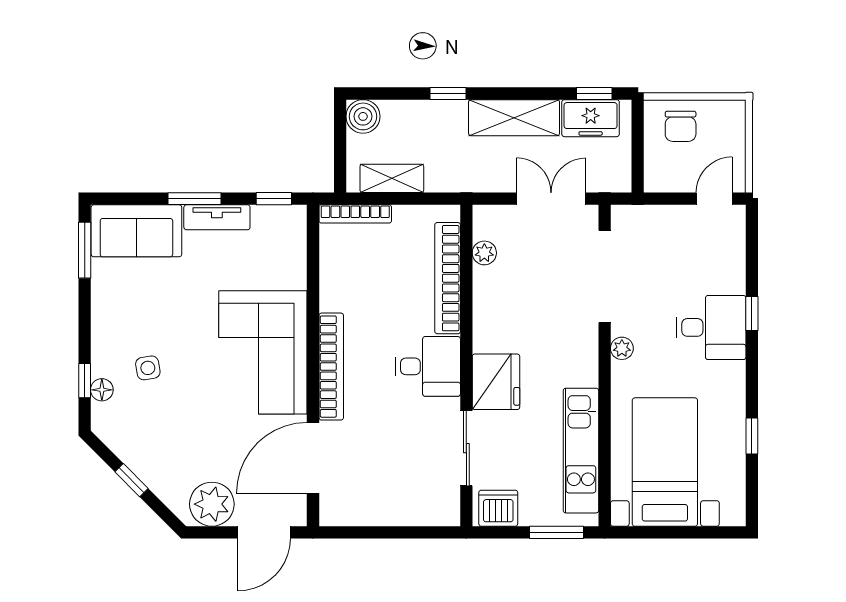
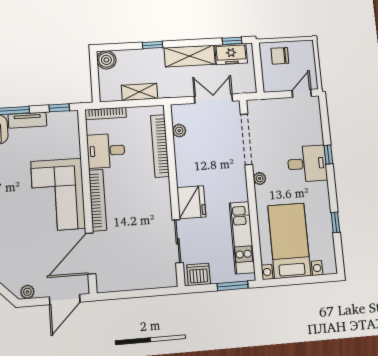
chair: (681, 126) -> (280, 56), turned 90
shelving: (392, 178) -> (139, 92), moved
desk: (428, 366) -> (106, 151), moved, turned 180
plant: (212, 504) -> (27, 292), width x0.53, depth x0.53

